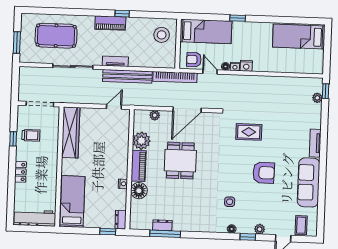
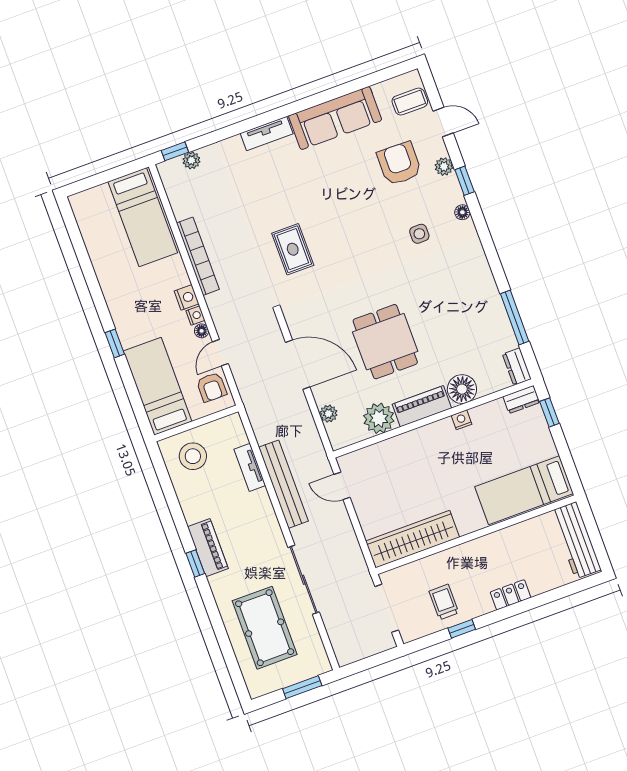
window: (122, 14) -> (195, 563), moved
bed: (299, 37) -> (143, 217), moved
tv unit: (115, 61) -> (250, 467), moved
bookcase: (175, 77) -> (198, 256), moved
dining table: (180, 161) -> (385, 342), turned 90
armchair: (264, 173) -> (399, 164), moved
dresser: (162, 225) -> (517, 367), moved

